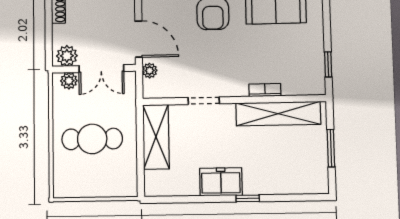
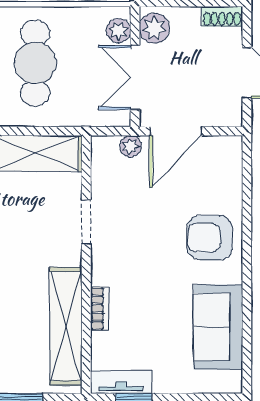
tv unit: (317, 74) -> (121, 382), added

